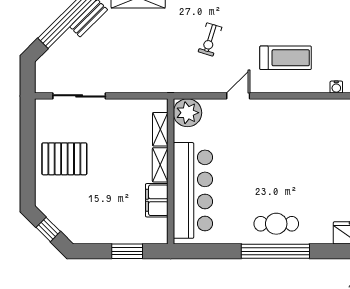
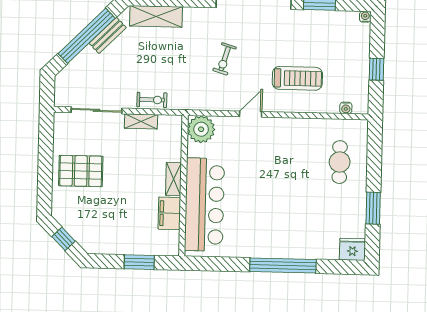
exercise bike: (136, 84) -> (152, 100), added
shelving: (160, 129) -> (141, 121), moved, turned 90
cafe table: (276, 224) -> (340, 162), moved, turned 90

